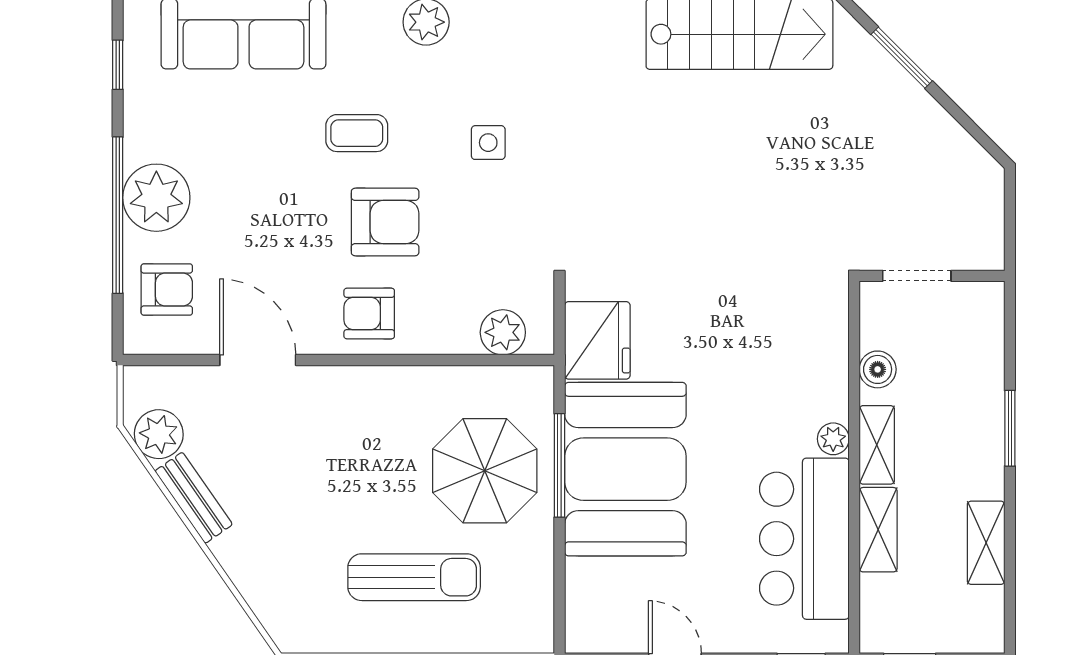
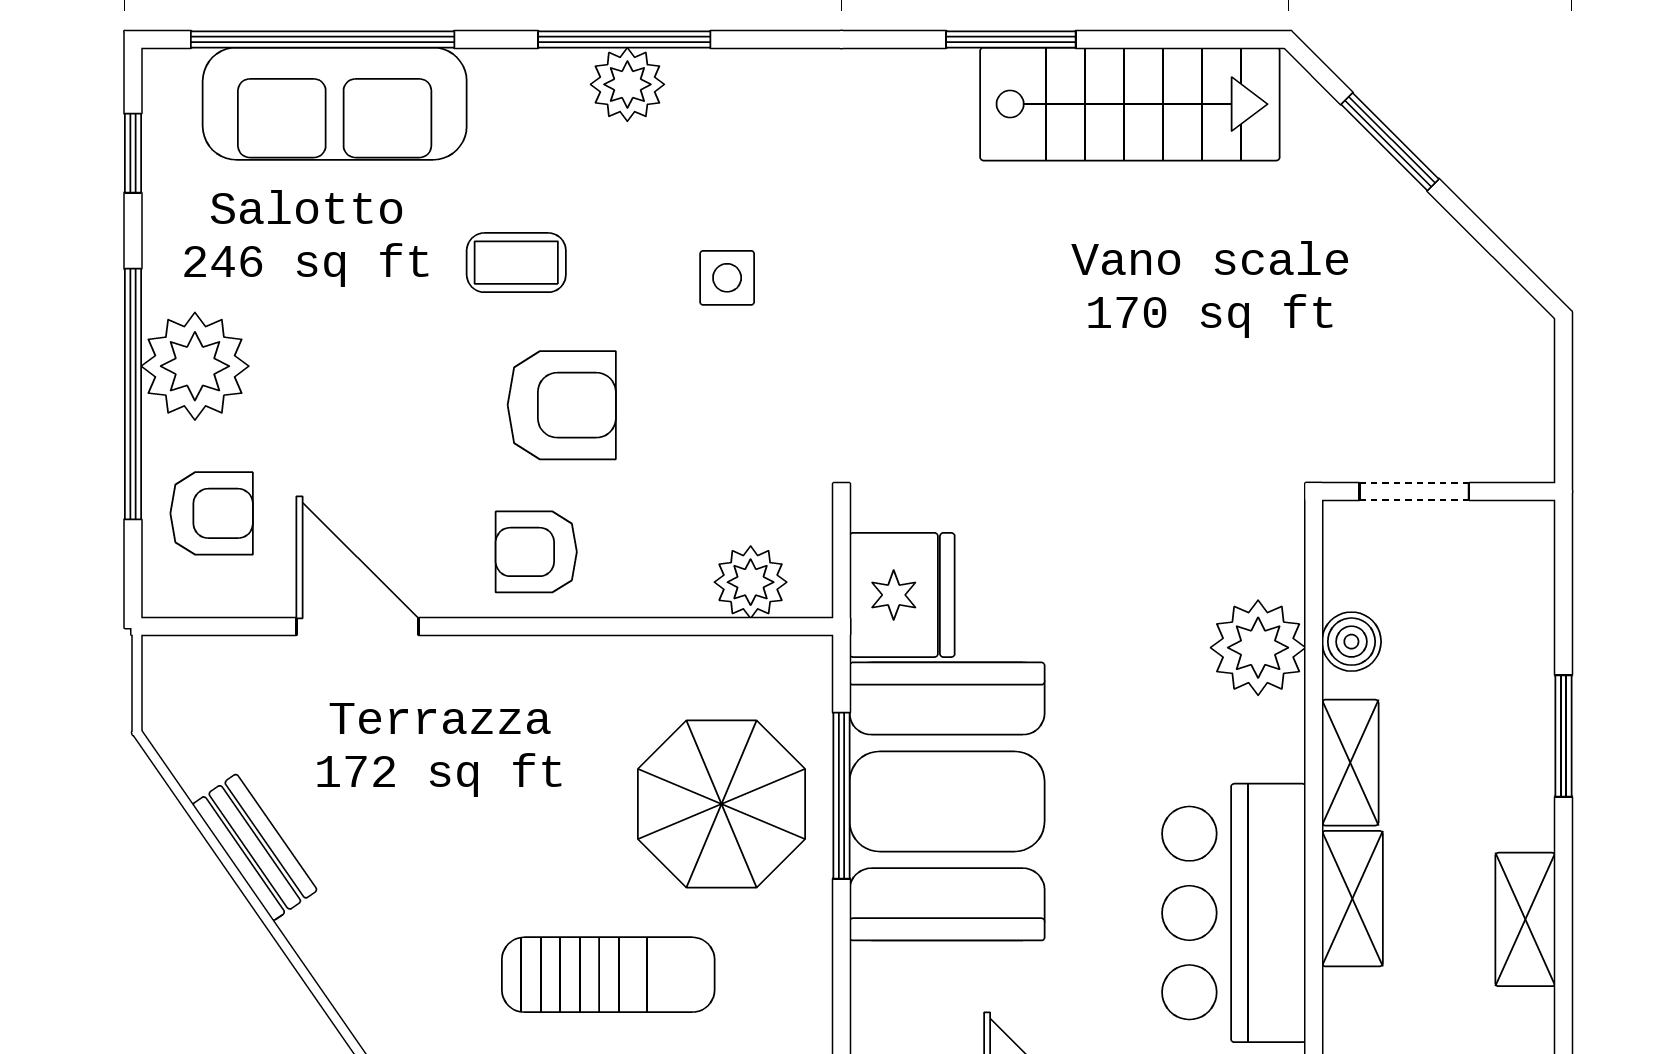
plant: (159, 434) -> (199, 745), removed
plant: (833, 439) -> (1258, 648), moved, width x1.88, depth x1.88

